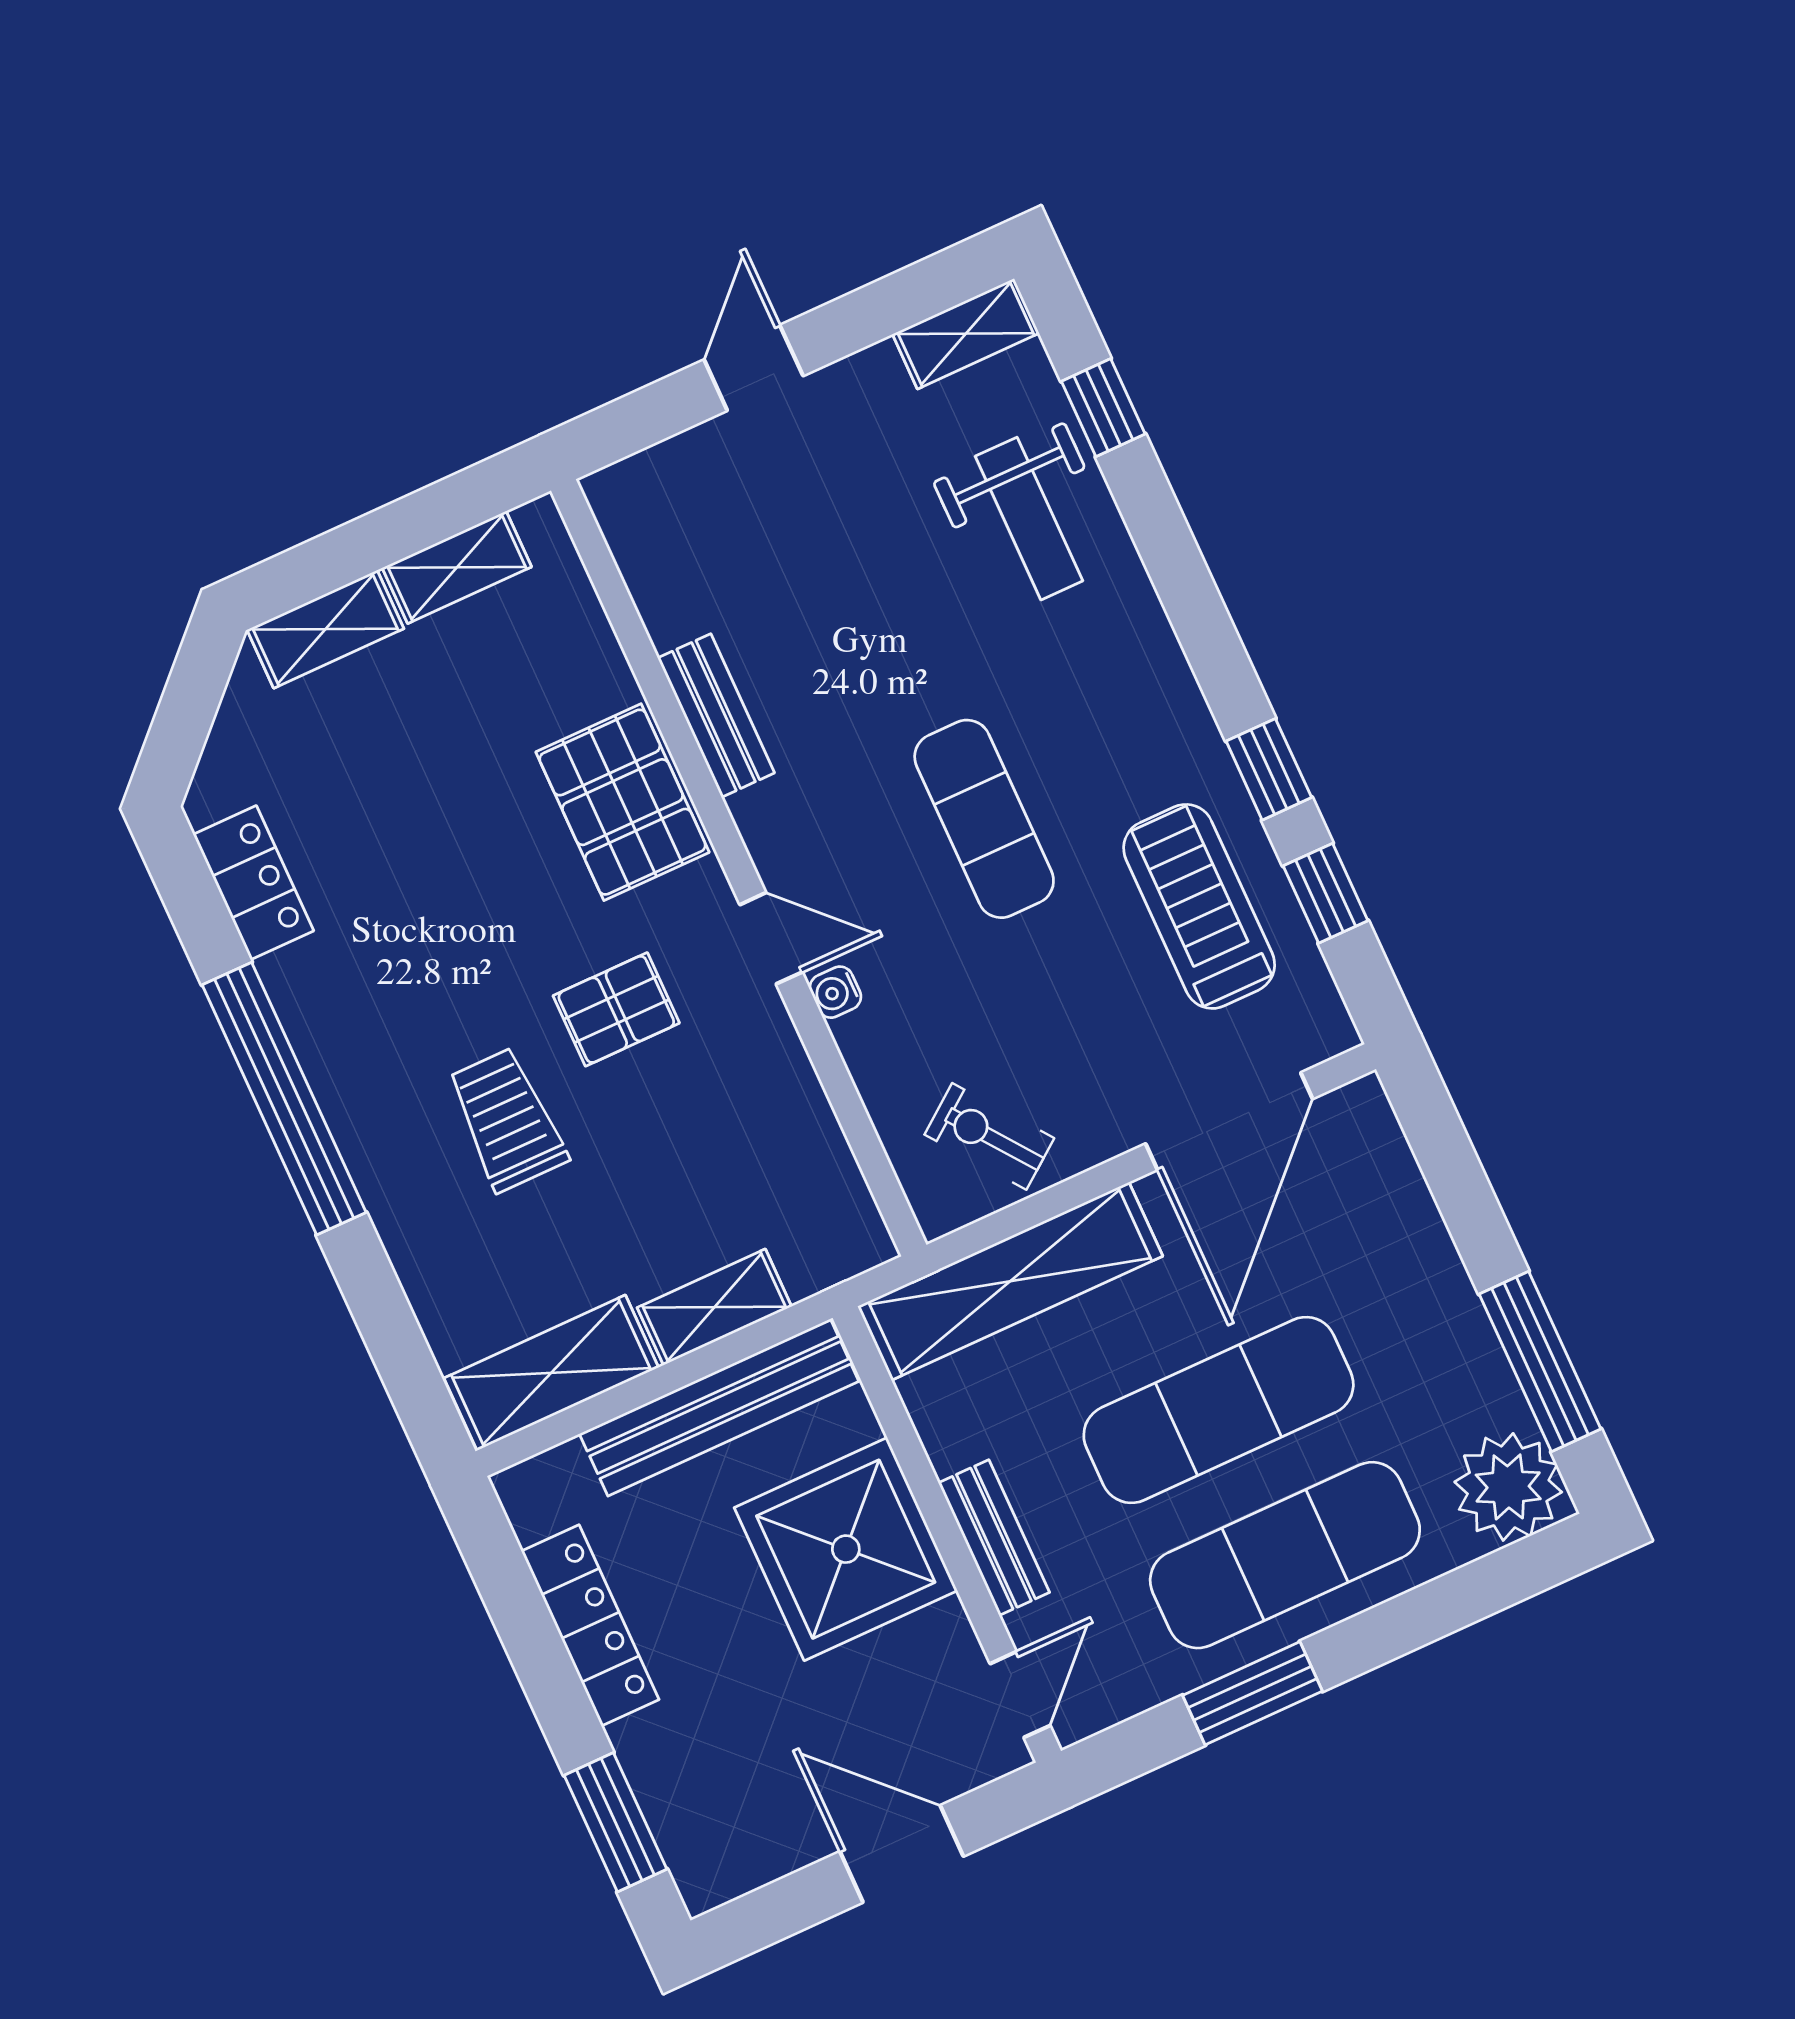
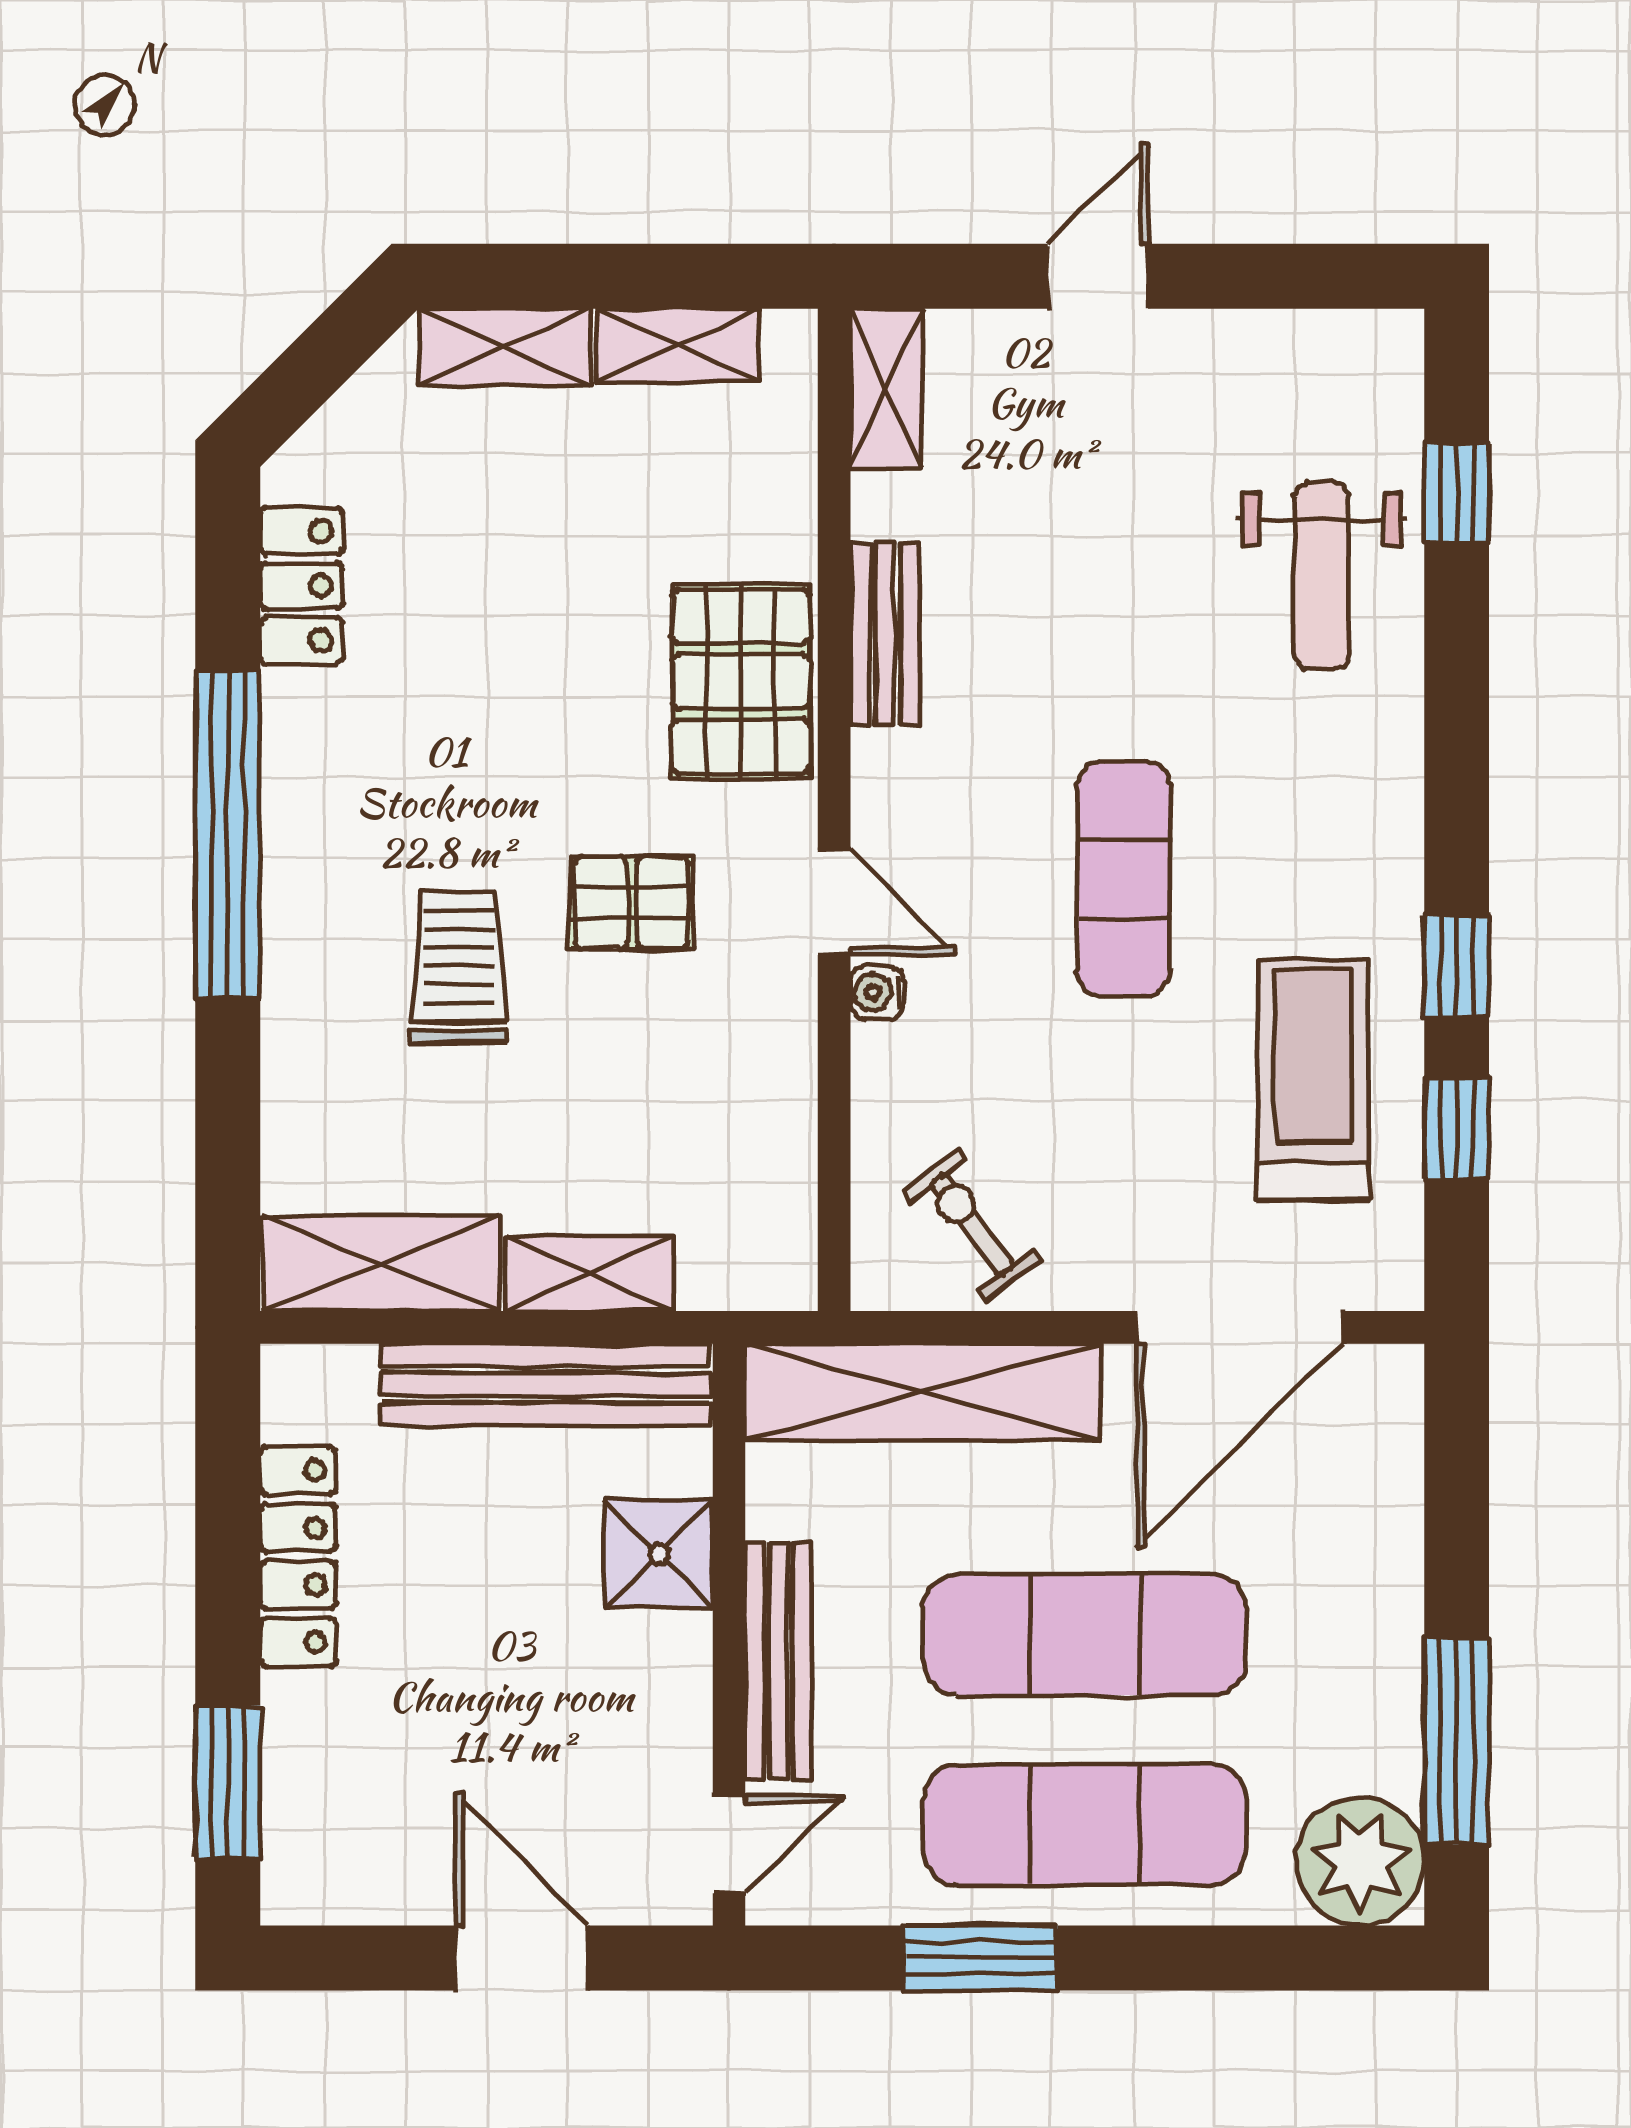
shelving: (966, 334) -> (886, 388), moved, turned 90
bench: (994, 1538) -> (778, 1661), width x1.36
shower: (846, 1549) -> (659, 1554), width x0.54, depth x0.54

